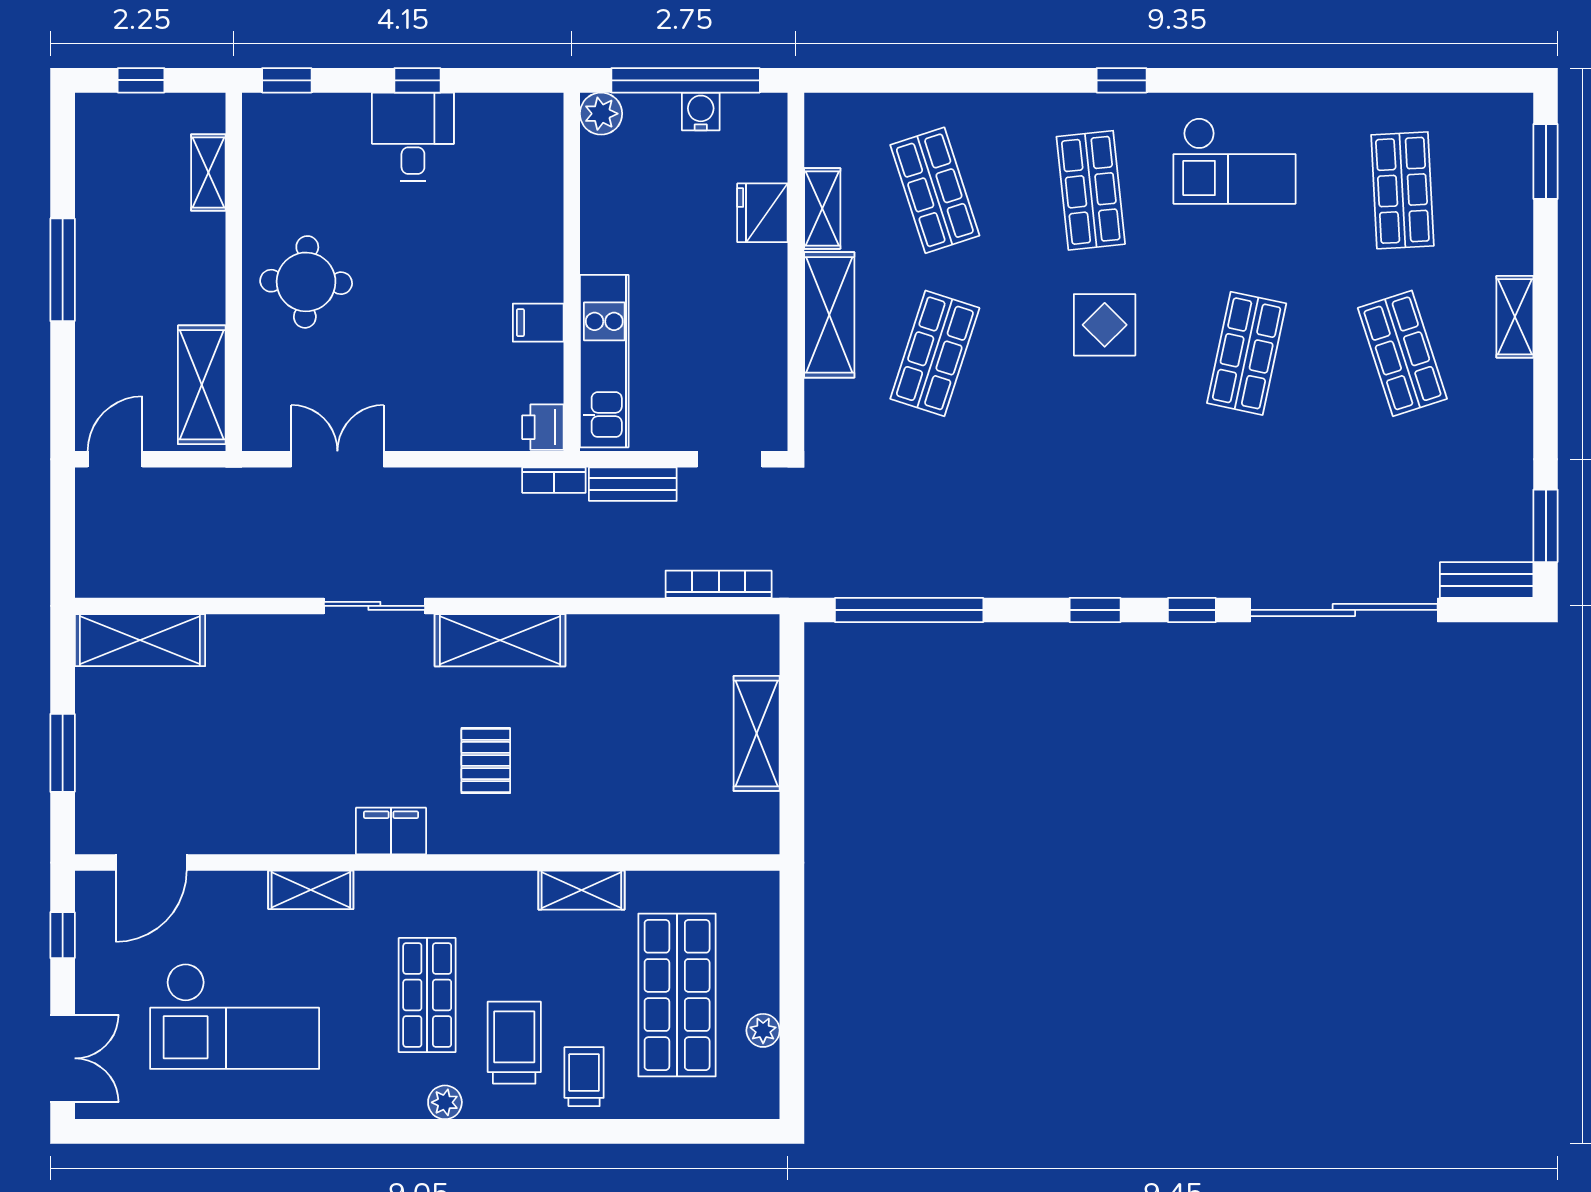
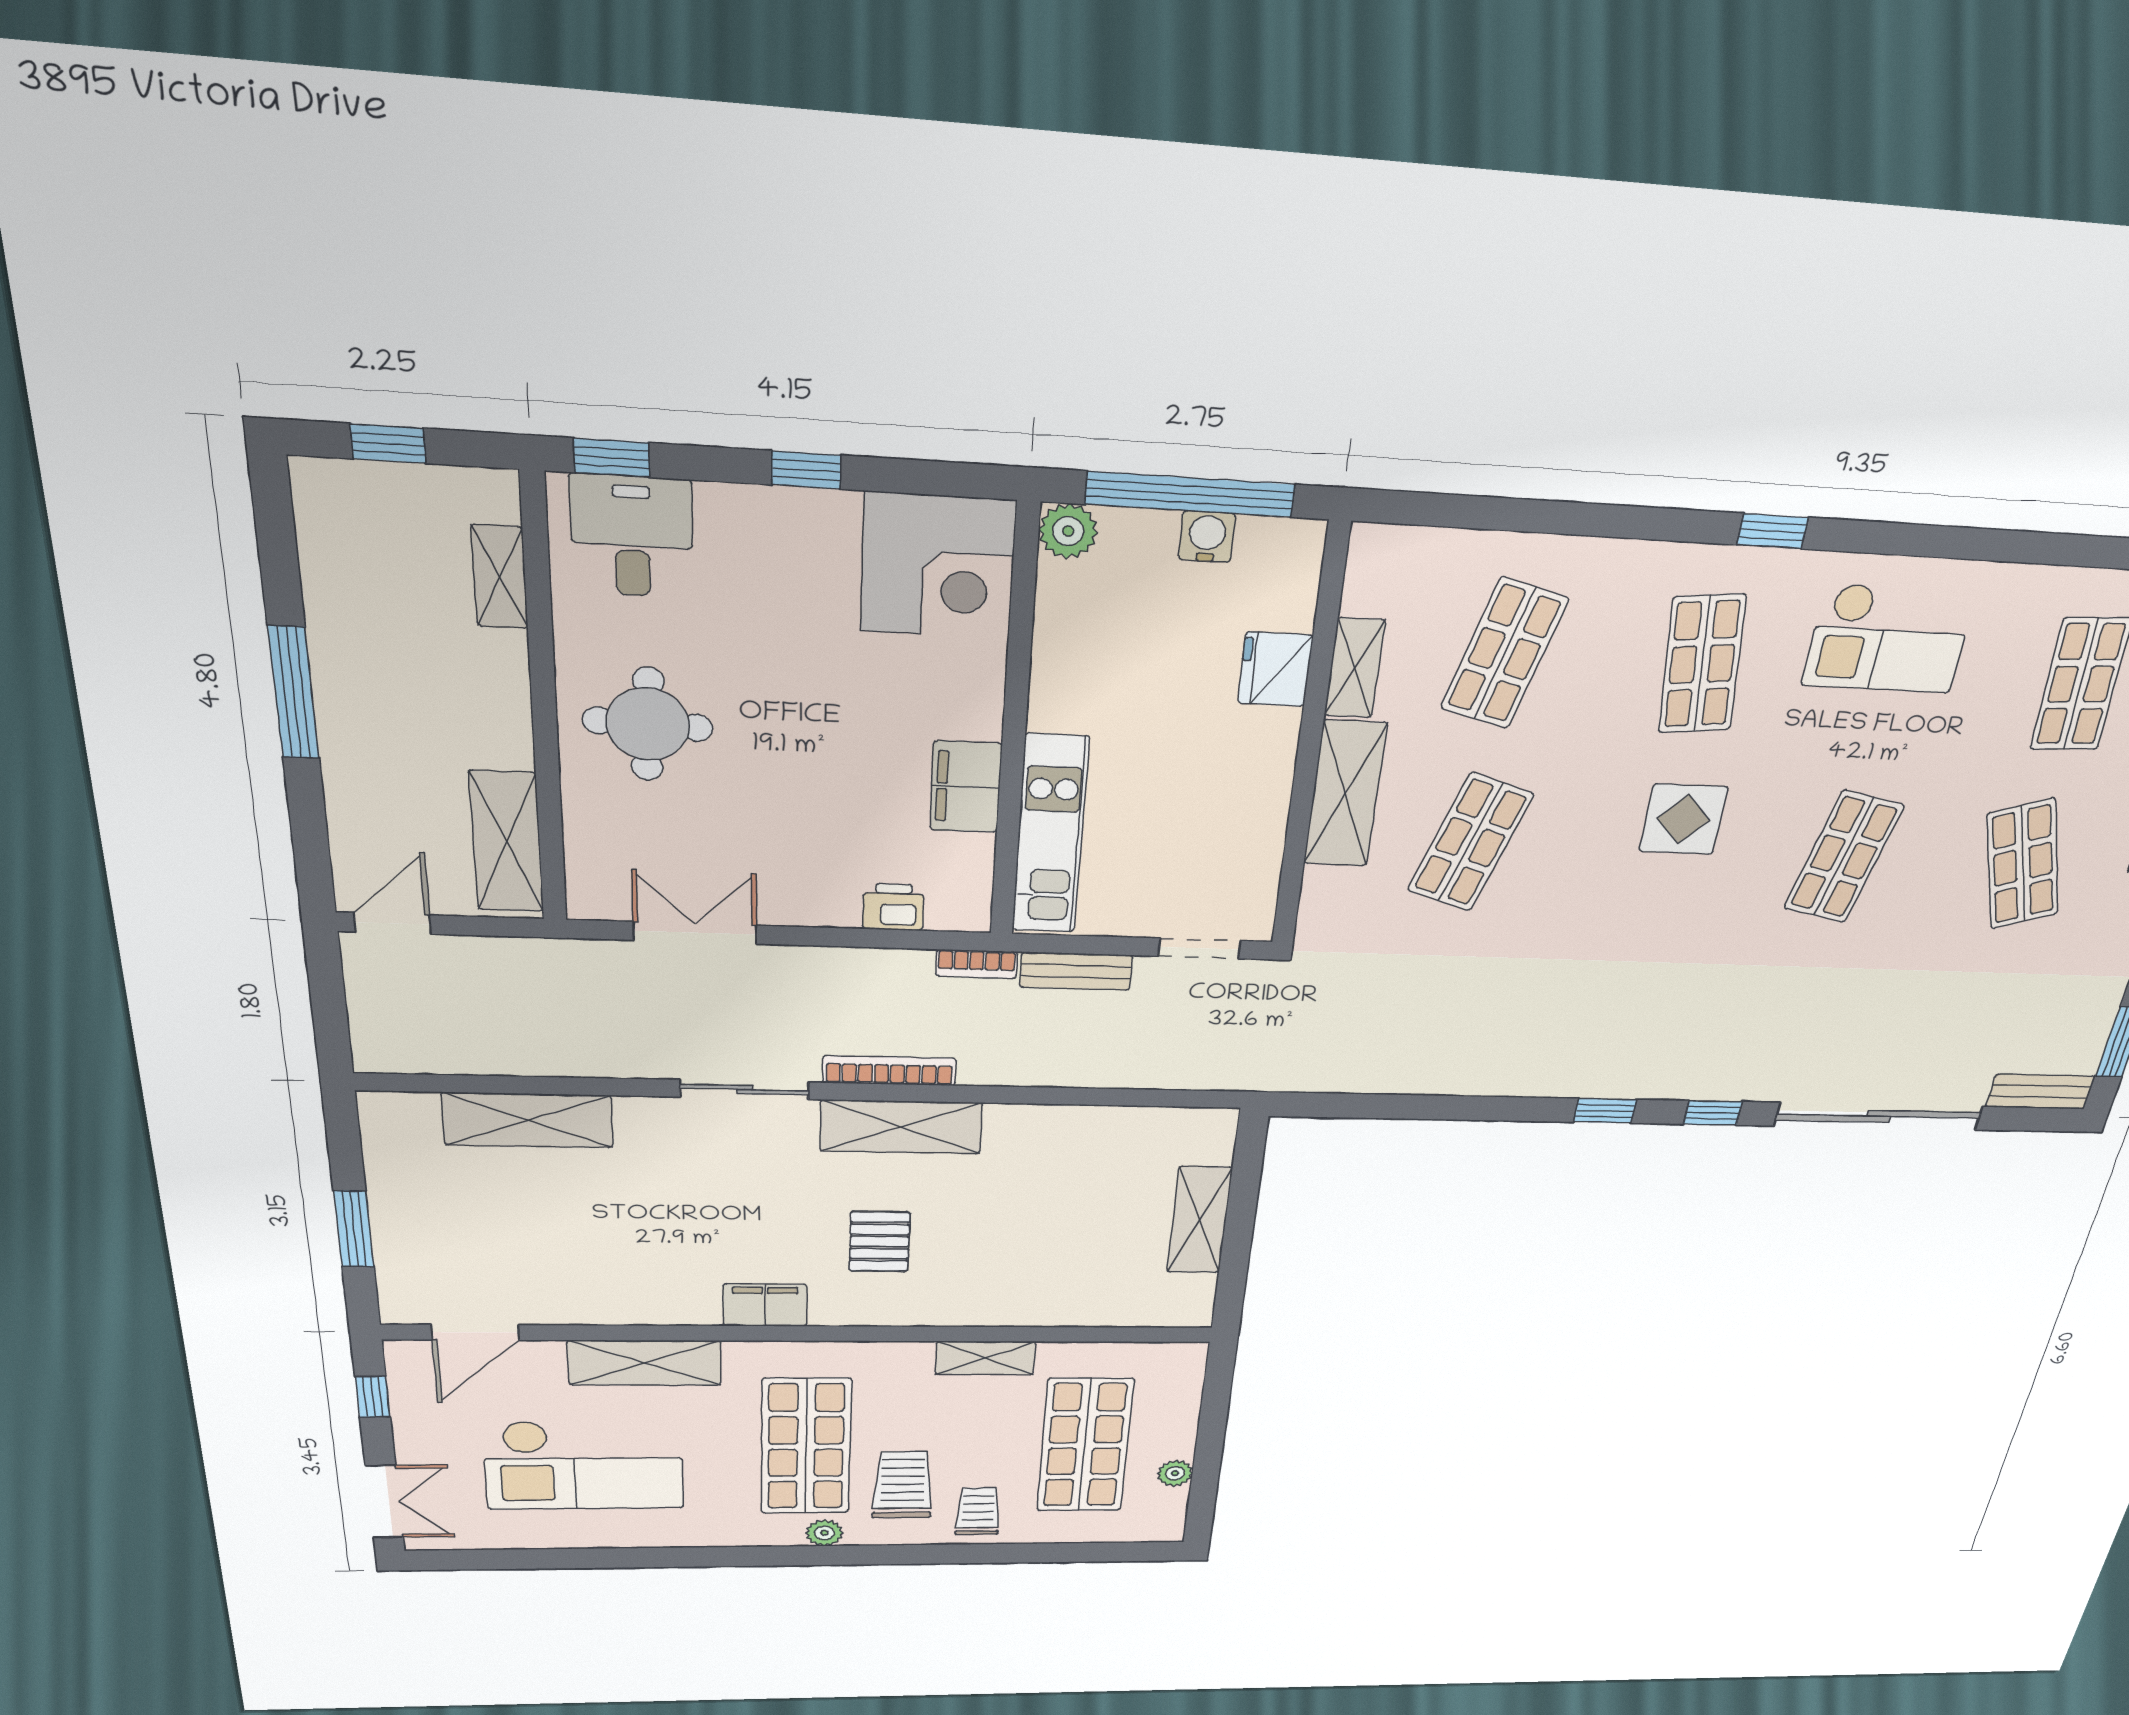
desk: (413, 137) -> (632, 536), moved
corner desk: (510, 146) -> (938, 566), added
shop shelf: (935, 190) -> (1504, 654), turned 33
filing cabinet: (538, 323) -> (966, 787), width x2.00
printer: (543, 427) -> (893, 907), moved, turned 90
bookcase: (719, 584) -> (889, 1070), moved
window: (909, 610) -> (1393, 1107), removed
shelving: (140, 640) -> (528, 1120), moved
shelving: (311, 890) -> (645, 1363), width x1.50, depth x1.33
shop shelf: (427, 995) -> (806, 1447), width x1.43, depth x1.36

